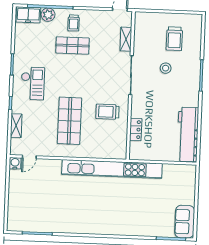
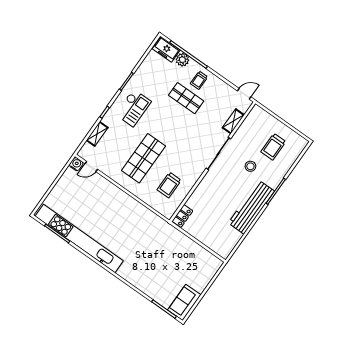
trolley: (107, 112) -> (169, 185), moved, turned -90
locker: (136, 130) -> (182, 216), moved
workbench: (188, 134) -> (251, 207), moved
kitchen unit: (112, 169) -> (79, 239), moved, turned 180

